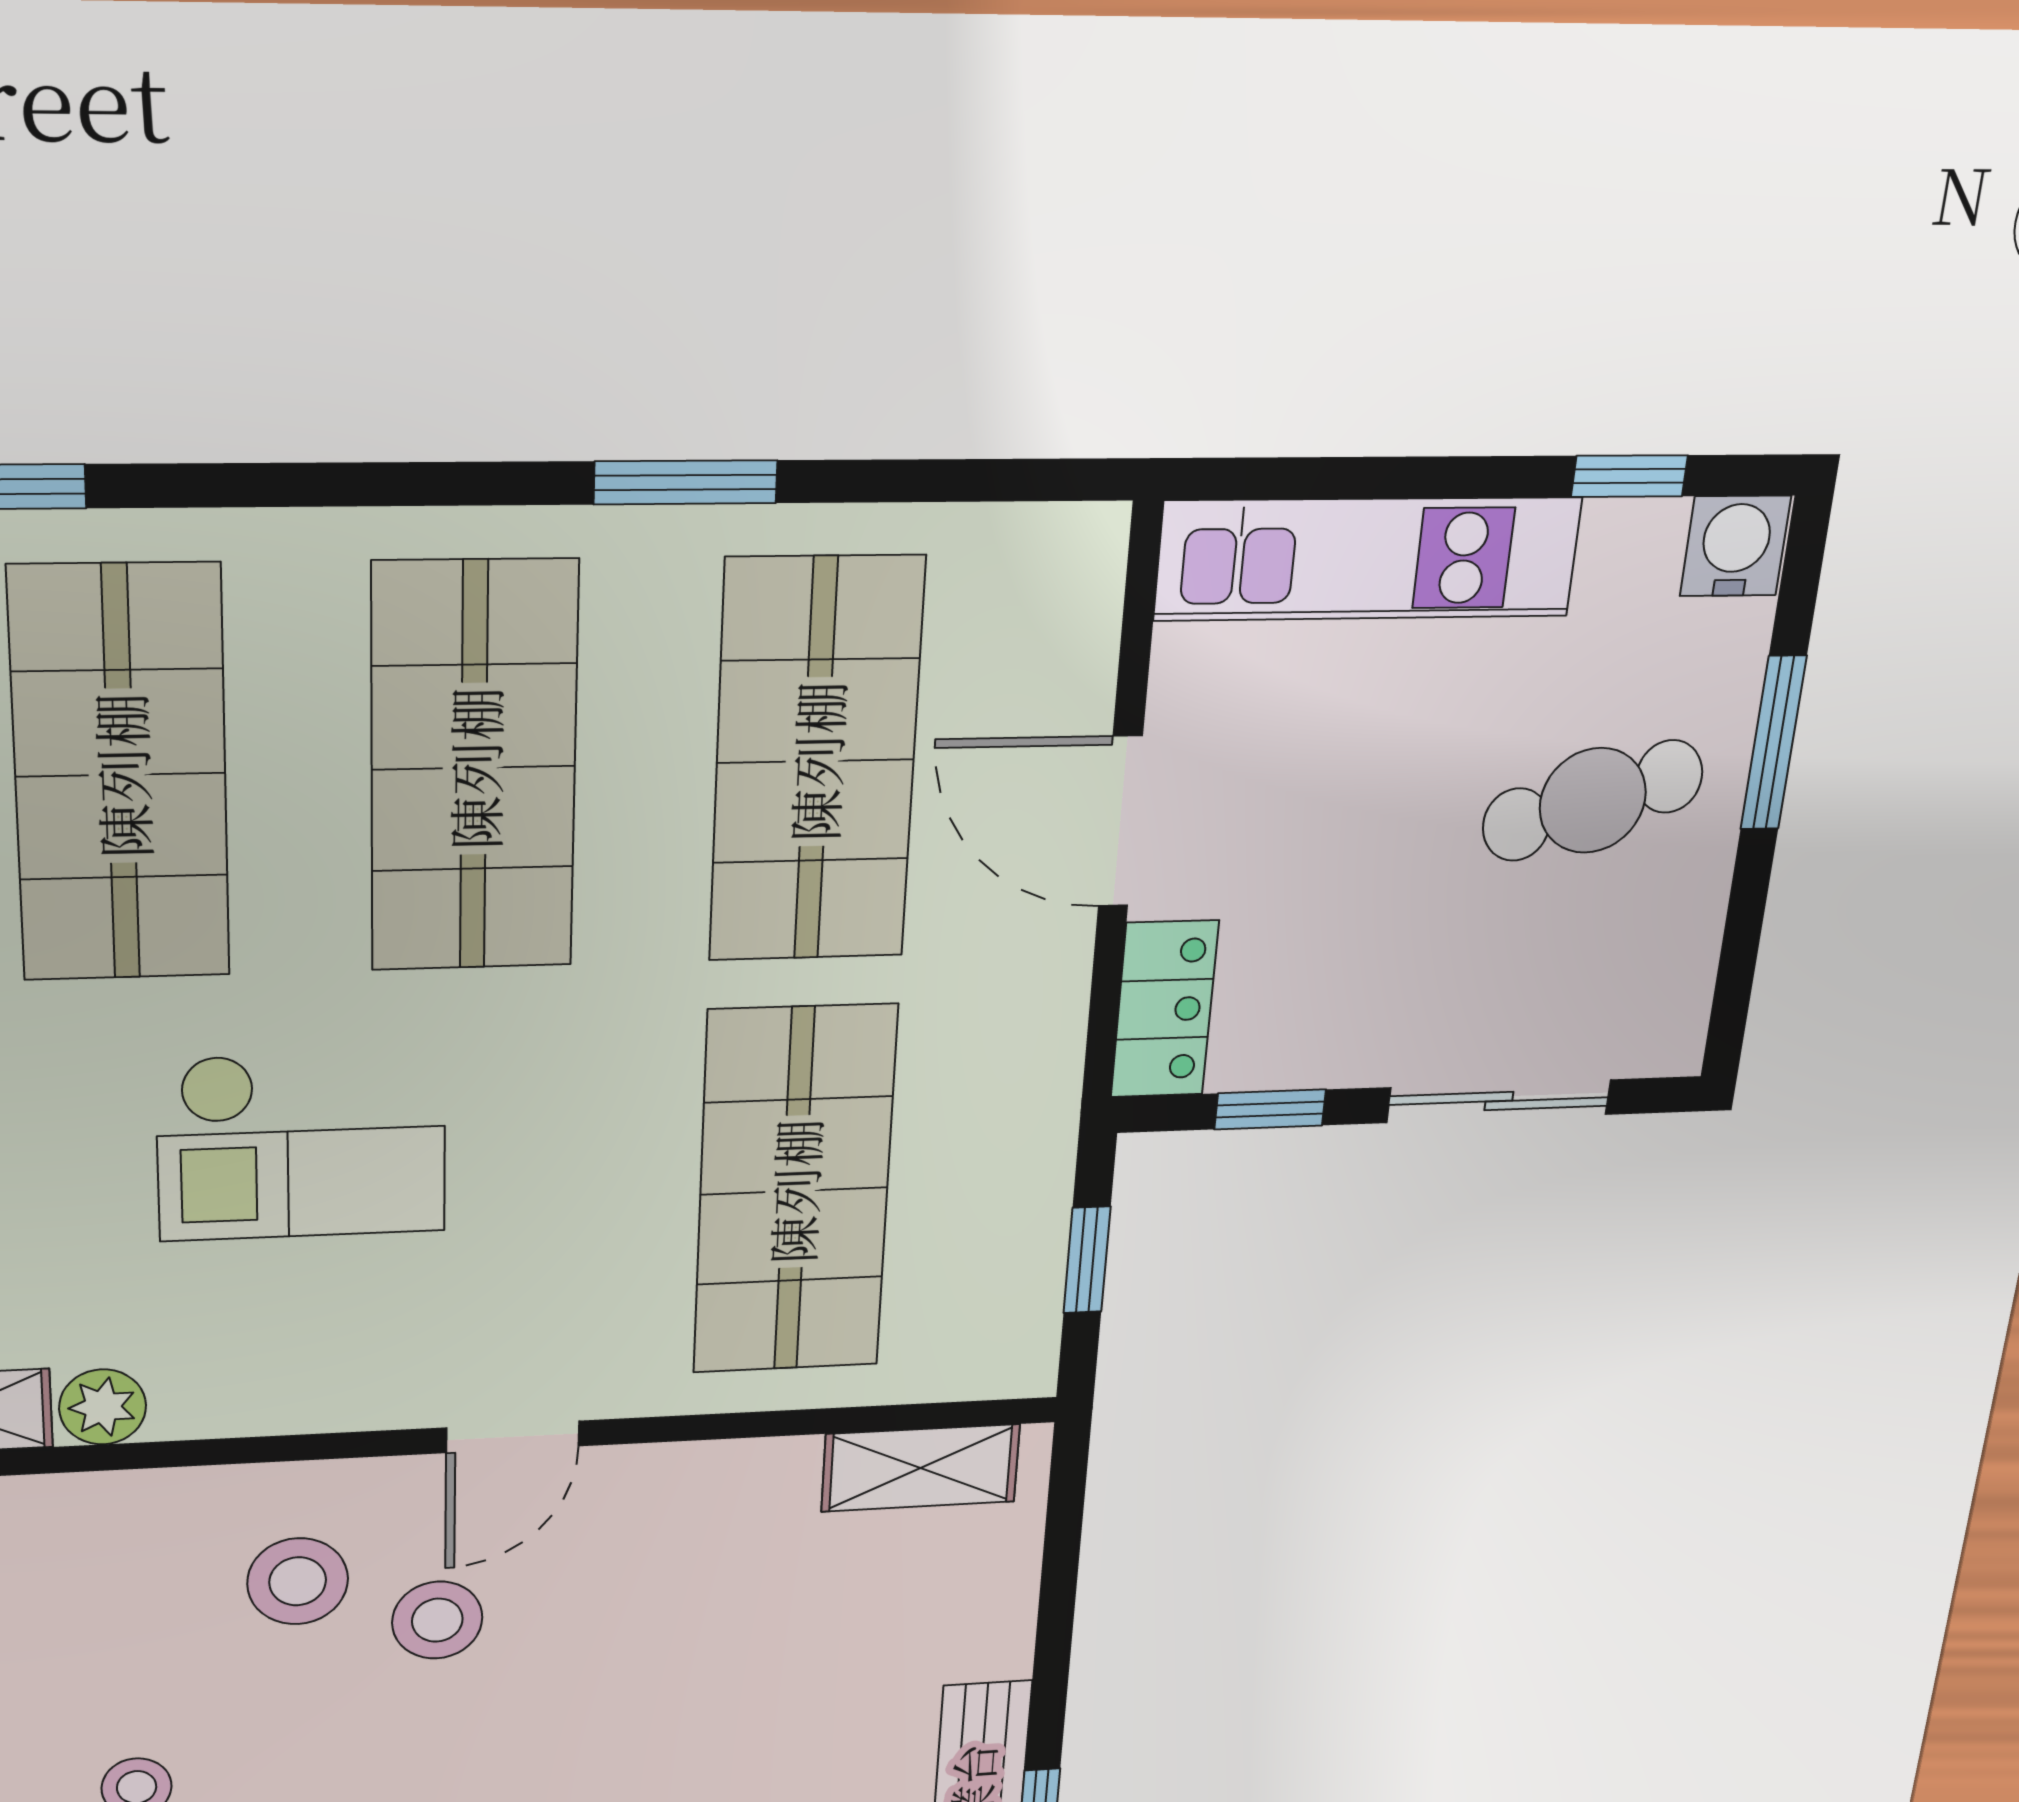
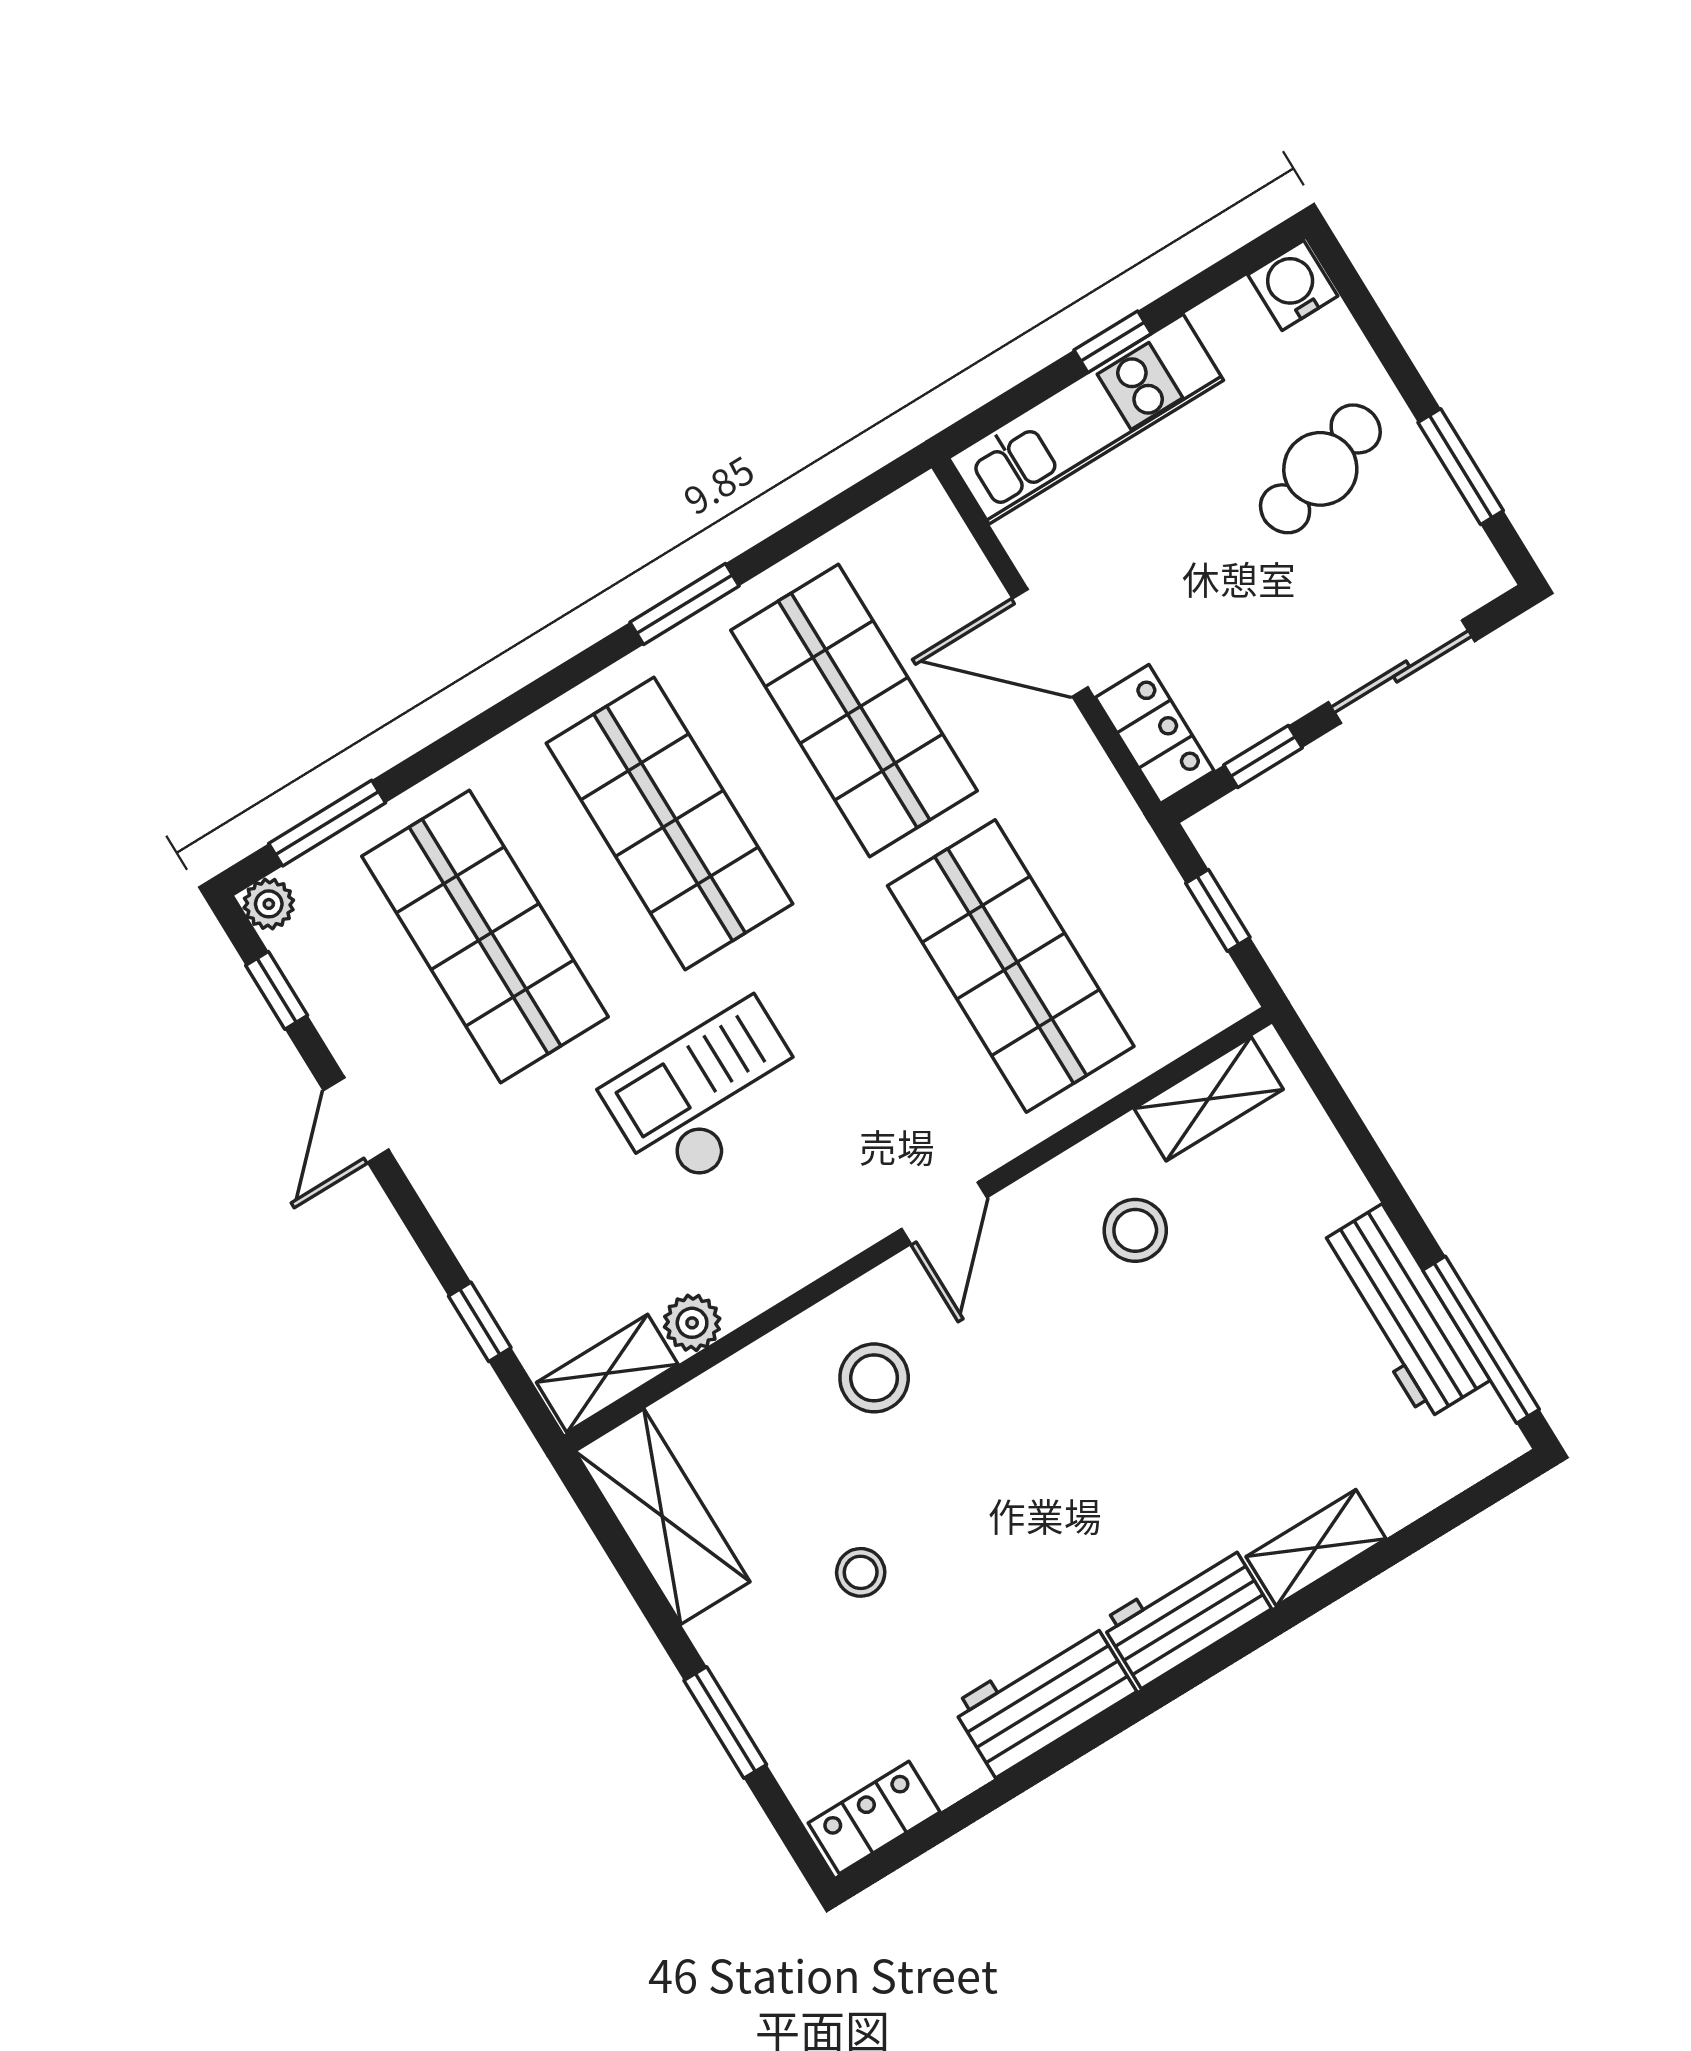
window: (1629, 476) -> (1113, 342), moved
window: (1774, 743) -> (1461, 467), moved
checkout: (302, 1146) -> (709, 1096), turned 180
stool: (437, 1620) -> (1135, 1230), moved

